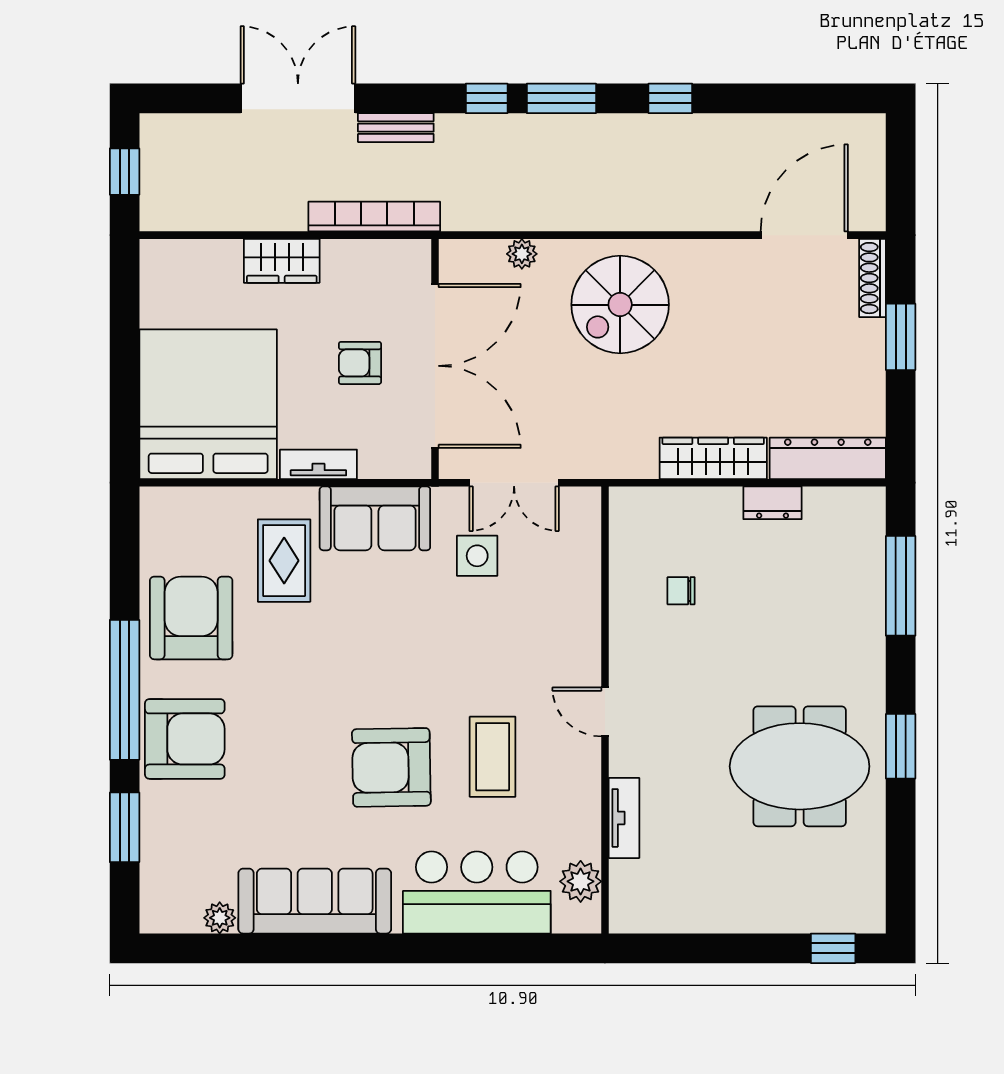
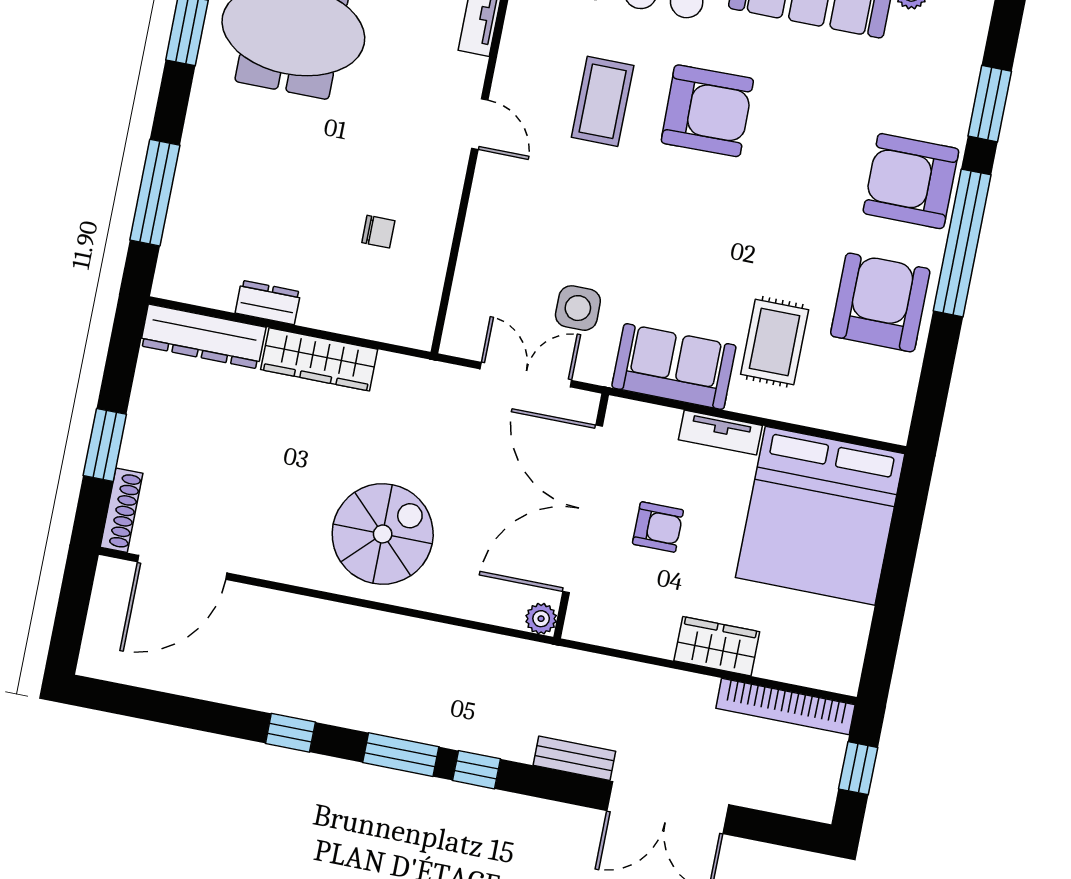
bookcase: (374, 216) -> (785, 706), moved
plant: (522, 254) -> (541, 619), moved
armchair: (191, 618) -> (880, 302), turned 180

